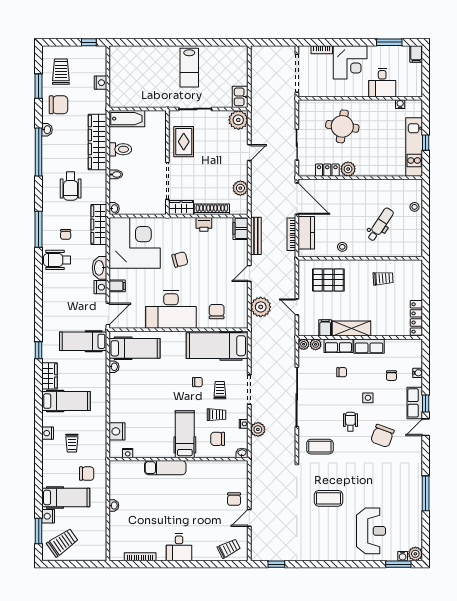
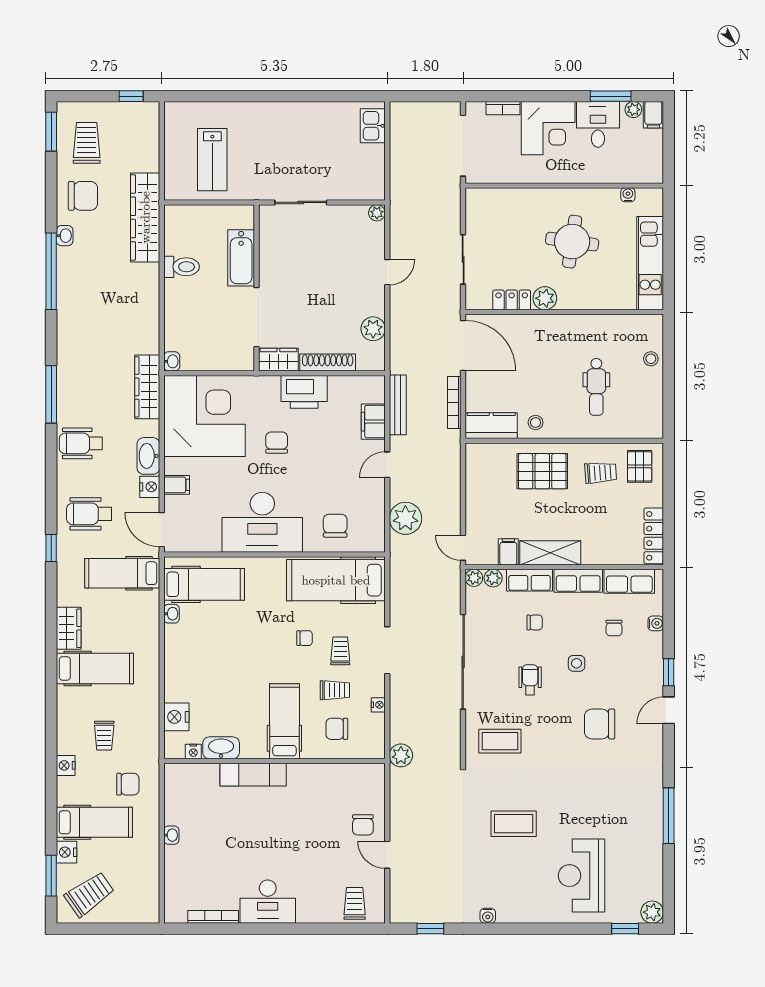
plant: (404, 51) -> (633, 110), added
lab bench: (189, 68) -> (212, 160), moved
nightstand: (100, 83) -> (150, 161), removed
desk: (382, 83) -> (598, 124), moved, turned 180
window: (39, 86) -> (51, 132), moved
kitchen sink: (240, 97) -> (373, 126), moved
bathtub: (127, 119) -> (241, 258), moved, turned 90
plant: (238, 120) -> (377, 213), width x0.53, depth x0.53
round table: (342, 126) -> (572, 242), moved
wardrobe: (98, 142) -> (145, 217), moved
rug: (184, 142) -> (283, 255), removed
window: (426, 143) -> (669, 256), removed
bidet: (116, 174) -> (174, 307), removed
wheelchair: (71, 186) -> (89, 514), moved, turned 90
printer: (204, 224) -> (304, 392), width x1.87, depth x1.48
dental chair: (380, 225) -> (596, 387), turned 147
filing cabinet: (241, 228) -> (373, 422), moved
kitchen counter: (306, 233) -> (491, 426), moved, turned -90
chair: (66, 234) -> (94, 403), removed
chair: (180, 259) -> (277, 443), turned -75
pallet: (407, 274) -> (640, 466), added
pallet: (328, 280) -> (542, 471), moved
door: (297, 307) -> (463, 548), moved
door: (108, 314) -> (162, 530), swing flipped
window: (39, 350) -> (51, 548), moved
row of seats: (415, 403) -> (629, 581), moved, turned -90
wheelchair: (350, 422) -> (530, 680), moved
plant: (258, 429) -> (401, 755), moved
nightstand: (48, 433) -> (66, 765), moved
chair: (382, 436) -> (600, 724), turned 70
washbasin: (242, 453) -> (221, 748), moved, width x1.91, depth x1.45
door: (249, 518) -> (387, 855), hinge flipped
reception desk: (371, 531) -> (581, 876), turned 180
desk: (179, 547) -> (268, 902), width x1.37
trolley: (229, 548) -> (355, 903), turned -63
water cooler: (403, 556) -> (488, 916), moved
window: (398, 564) -> (625, 929), width x0.67

